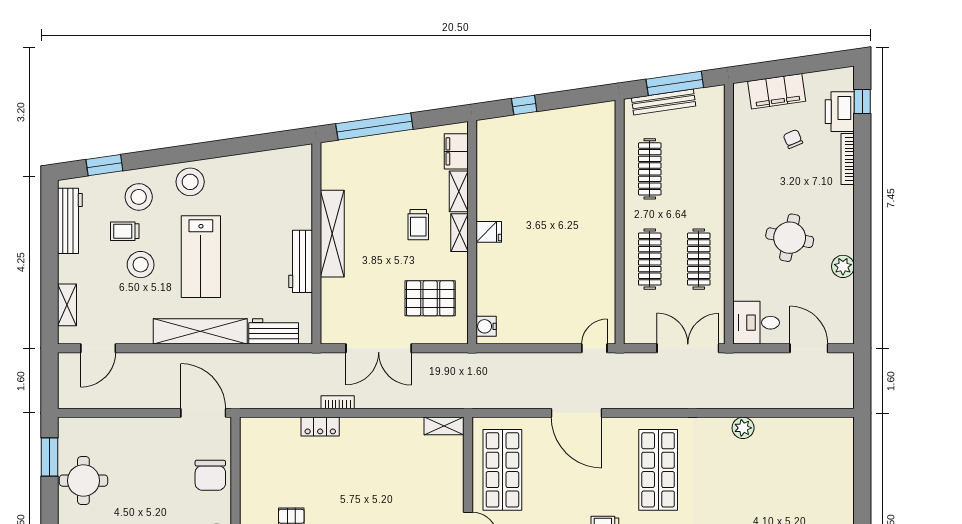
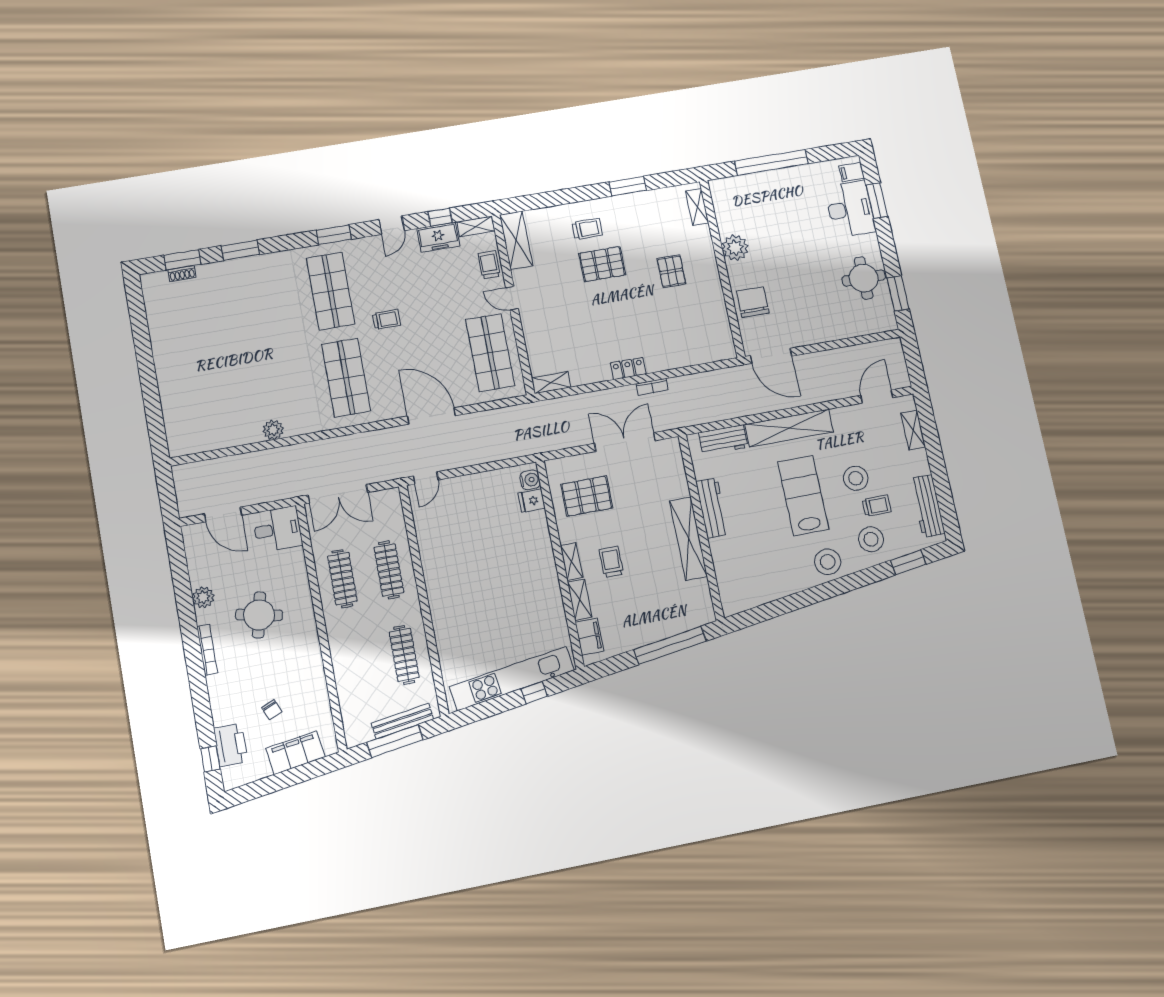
kitchen unit: (544, 124) -> (512, 678), added
bookcase: (848, 159) -> (207, 650), moved
fridge: (489, 232) -> (532, 501), moved
locker: (320, 427) -> (628, 369), moved

